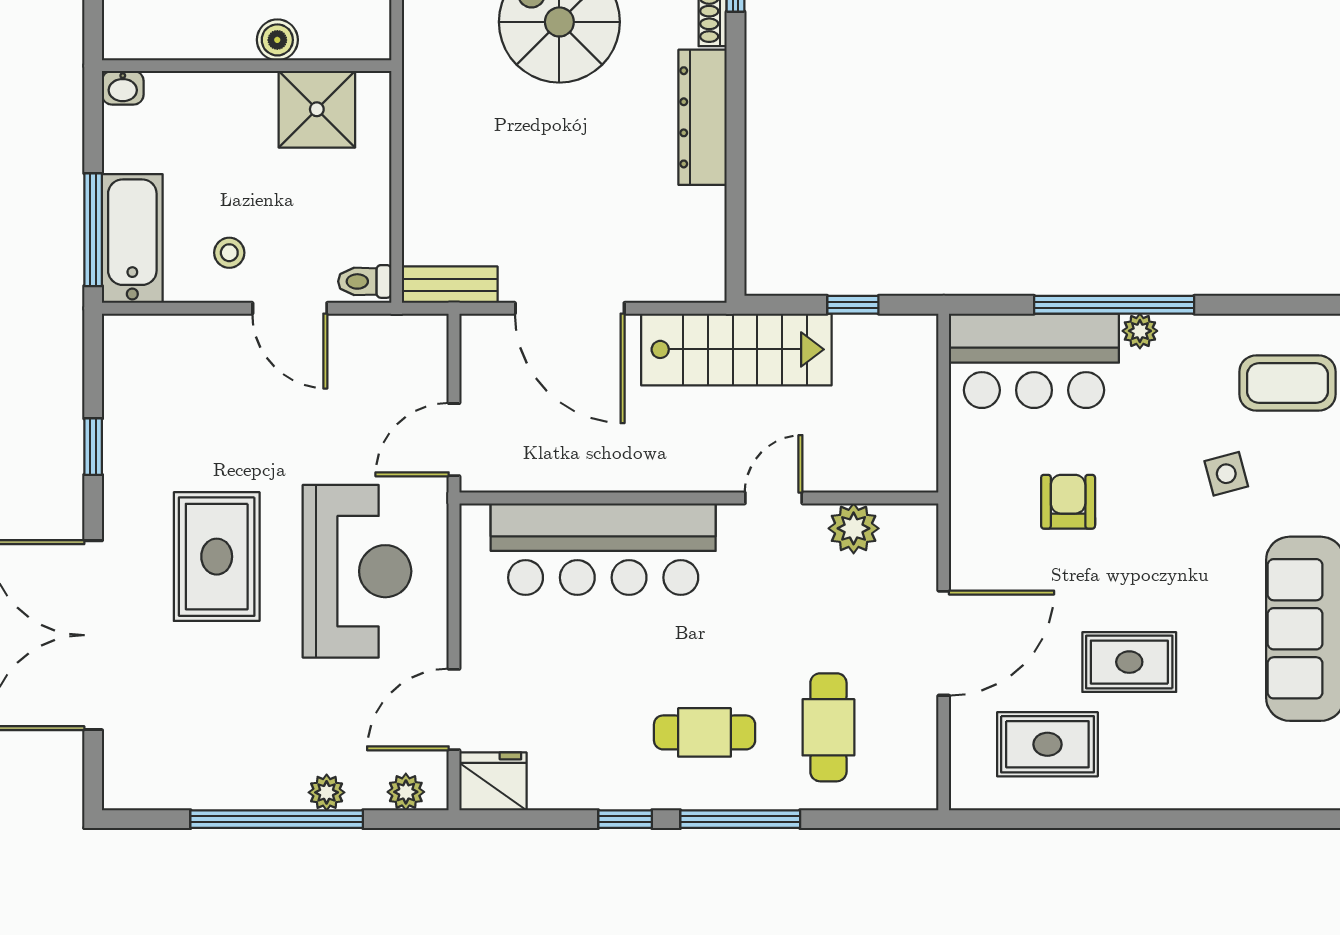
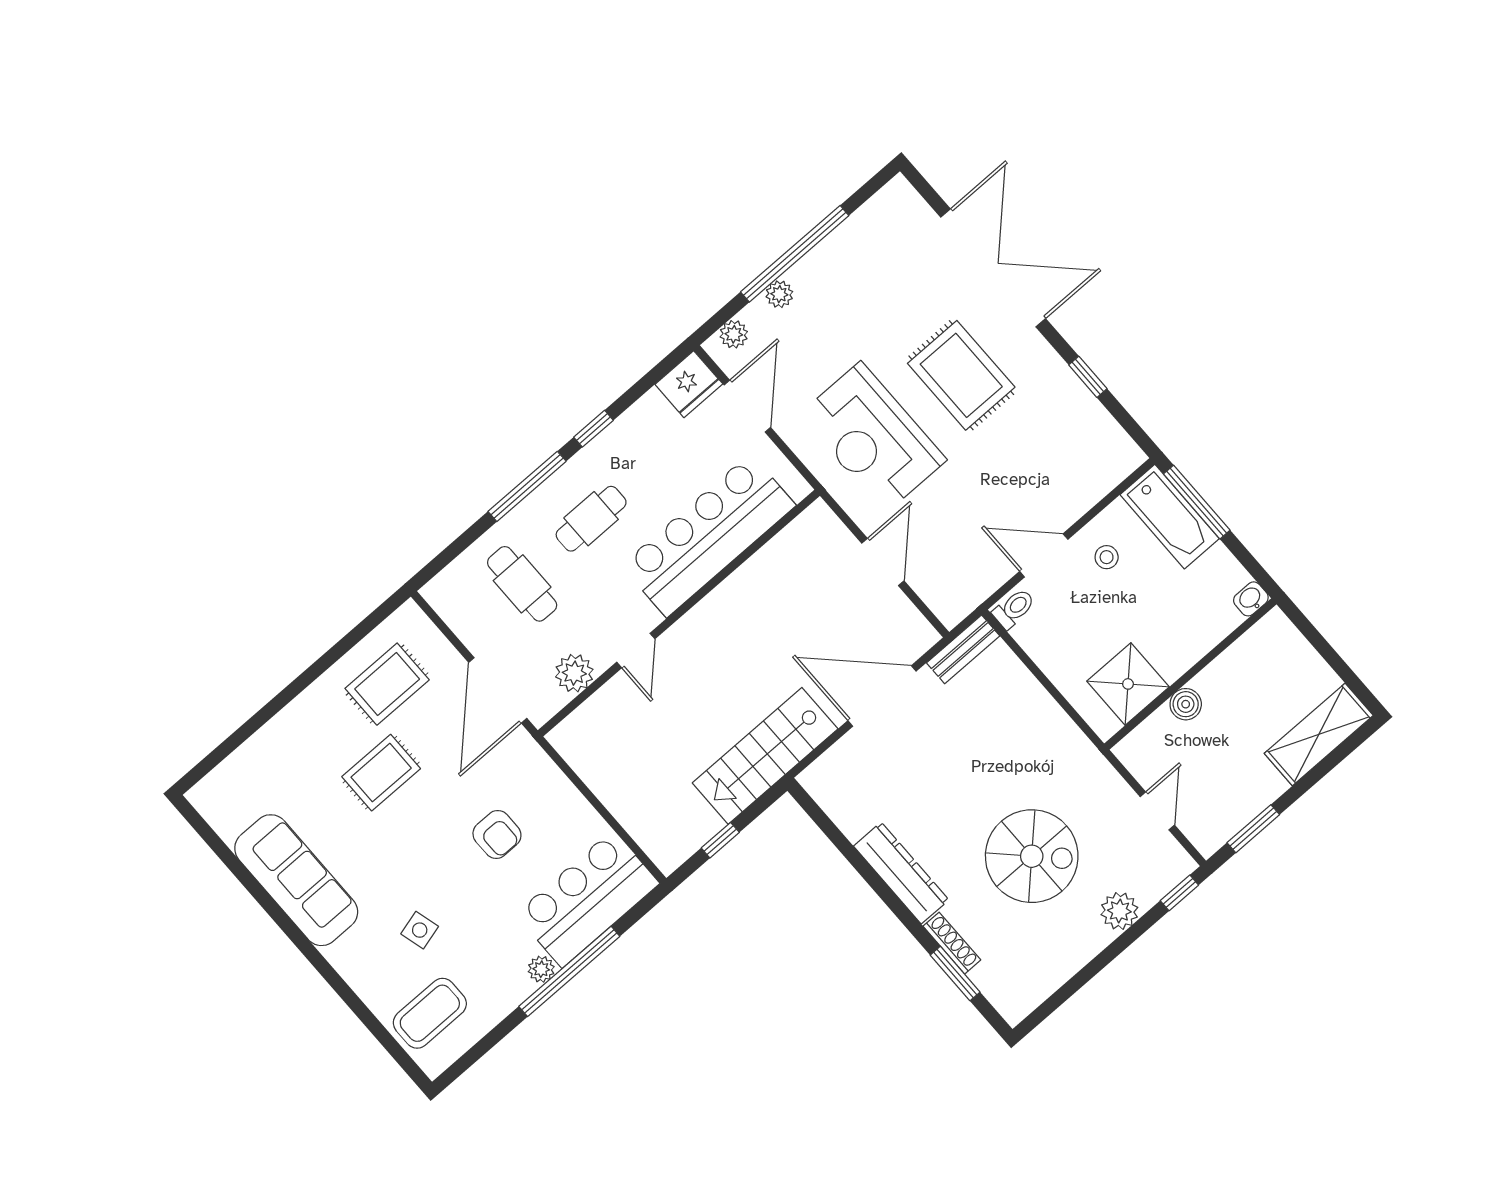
wall: (699, 498) -> (679, 613), moved
door: (774, 498) -> (636, 651), moved
plant: (854, 528) -> (574, 673), moved
bar counter: (603, 549) -> (708, 535), moved

